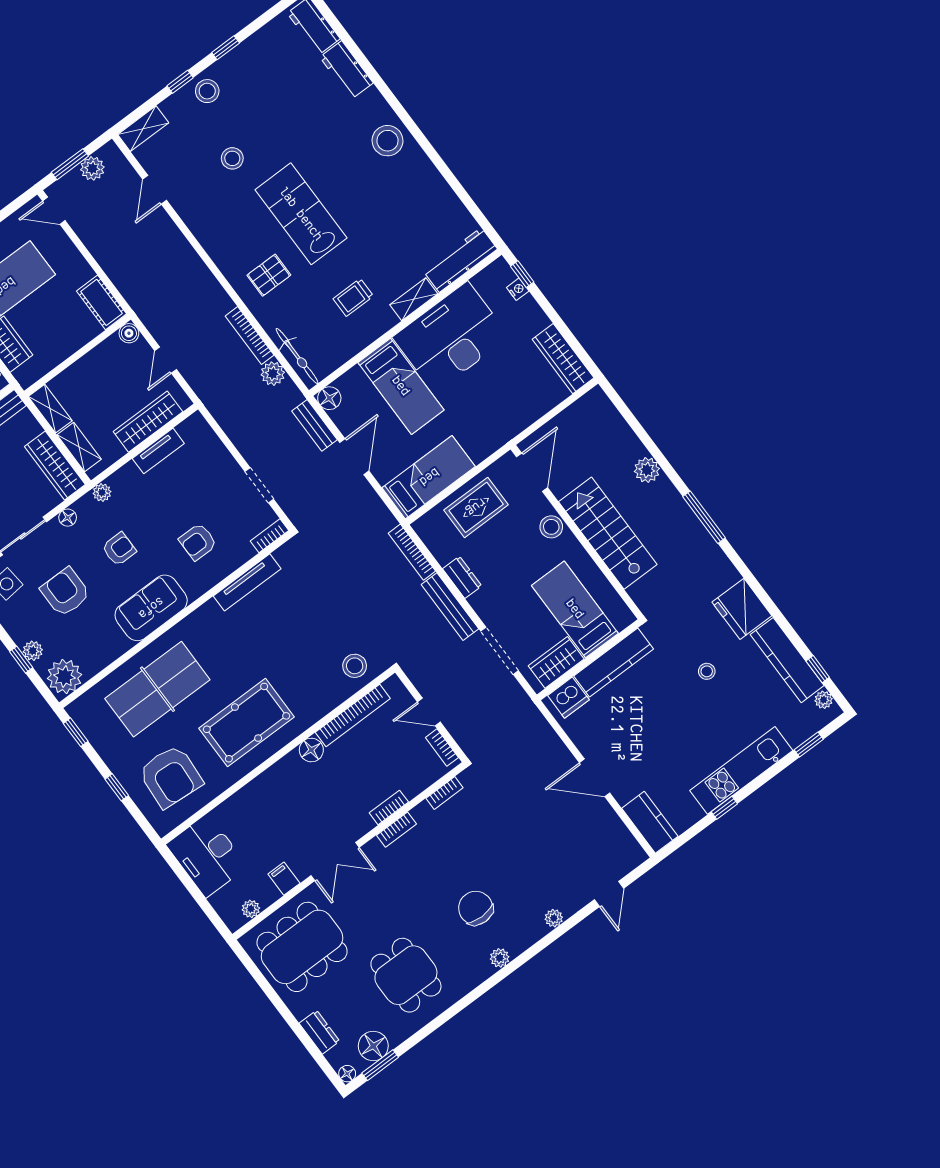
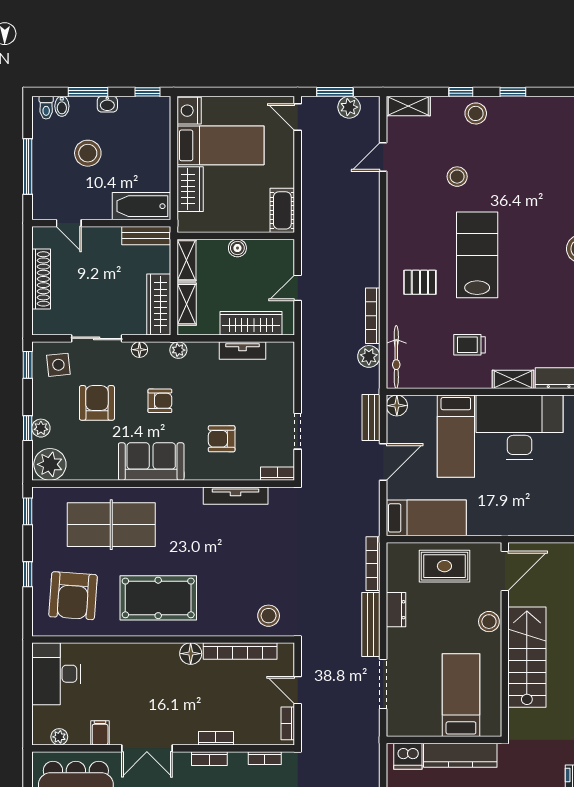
boiler: (129, 333) -> (237, 248), moved
wardrobe: (556, 662) -> (418, 724), removed

